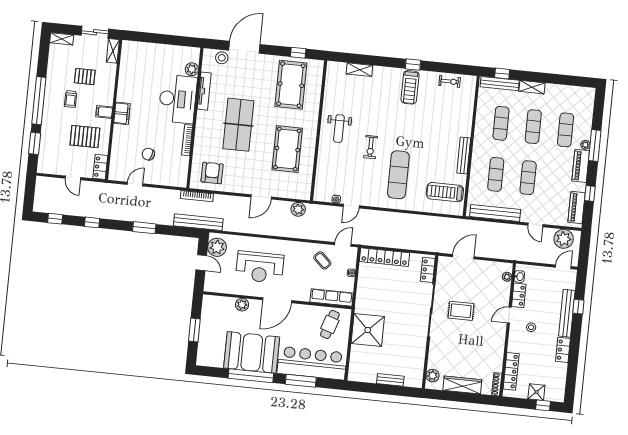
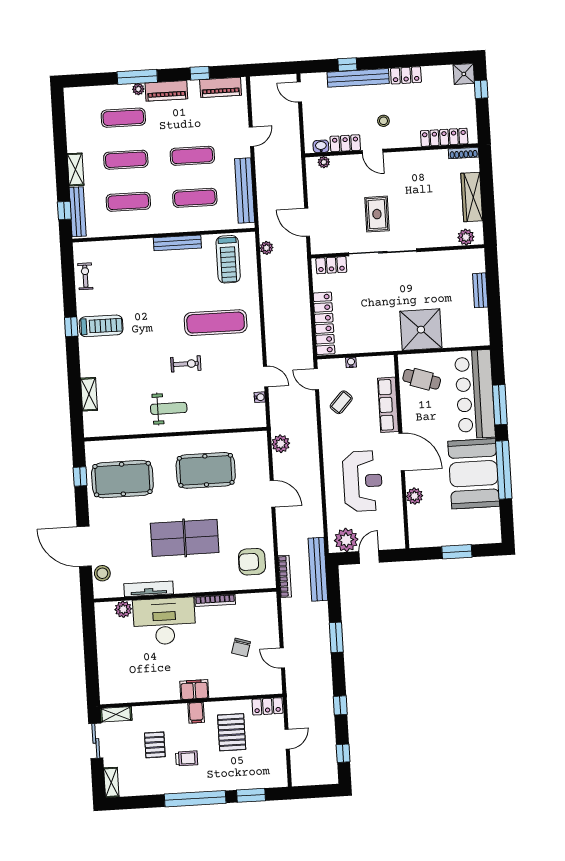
plant: (564, 239) -> (266, 248), moved, width x0.53, depth x0.53
row of seats: (332, 297) -> (388, 405), moved
shower: (536, 392) -> (464, 74), moved

